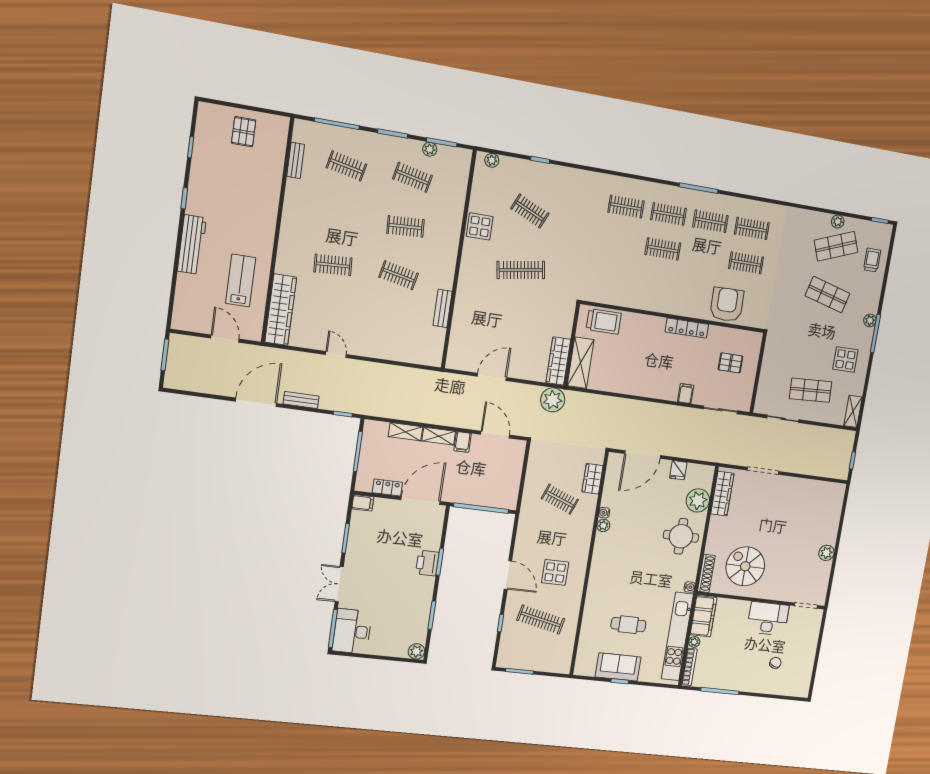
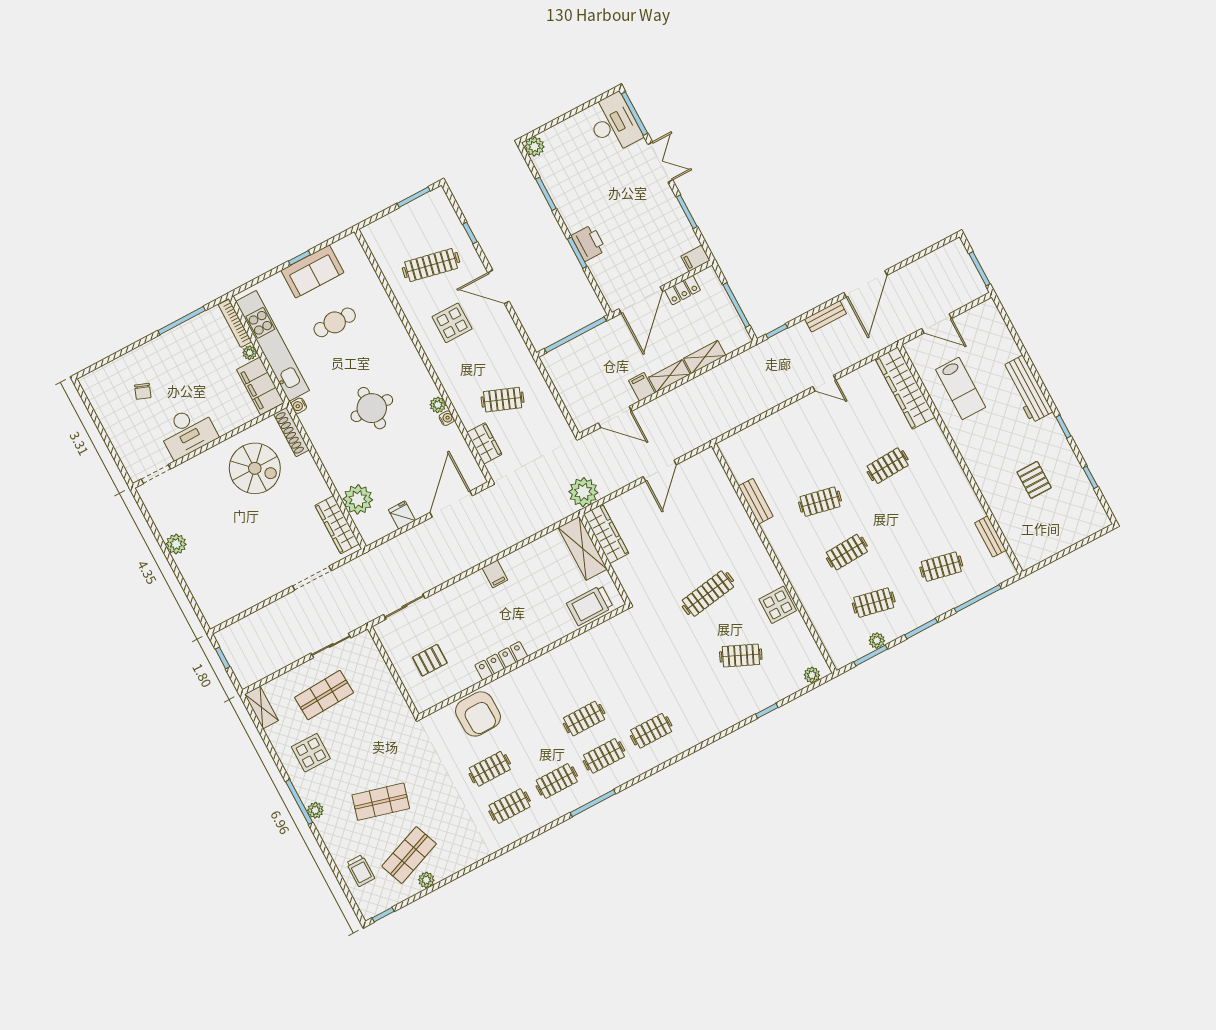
pallet: (244, 132) -> (1034, 480), moved
filing cabinet: (686, 394) -> (495, 574), moved
round table: (681, 536) -> (372, 408), moved

